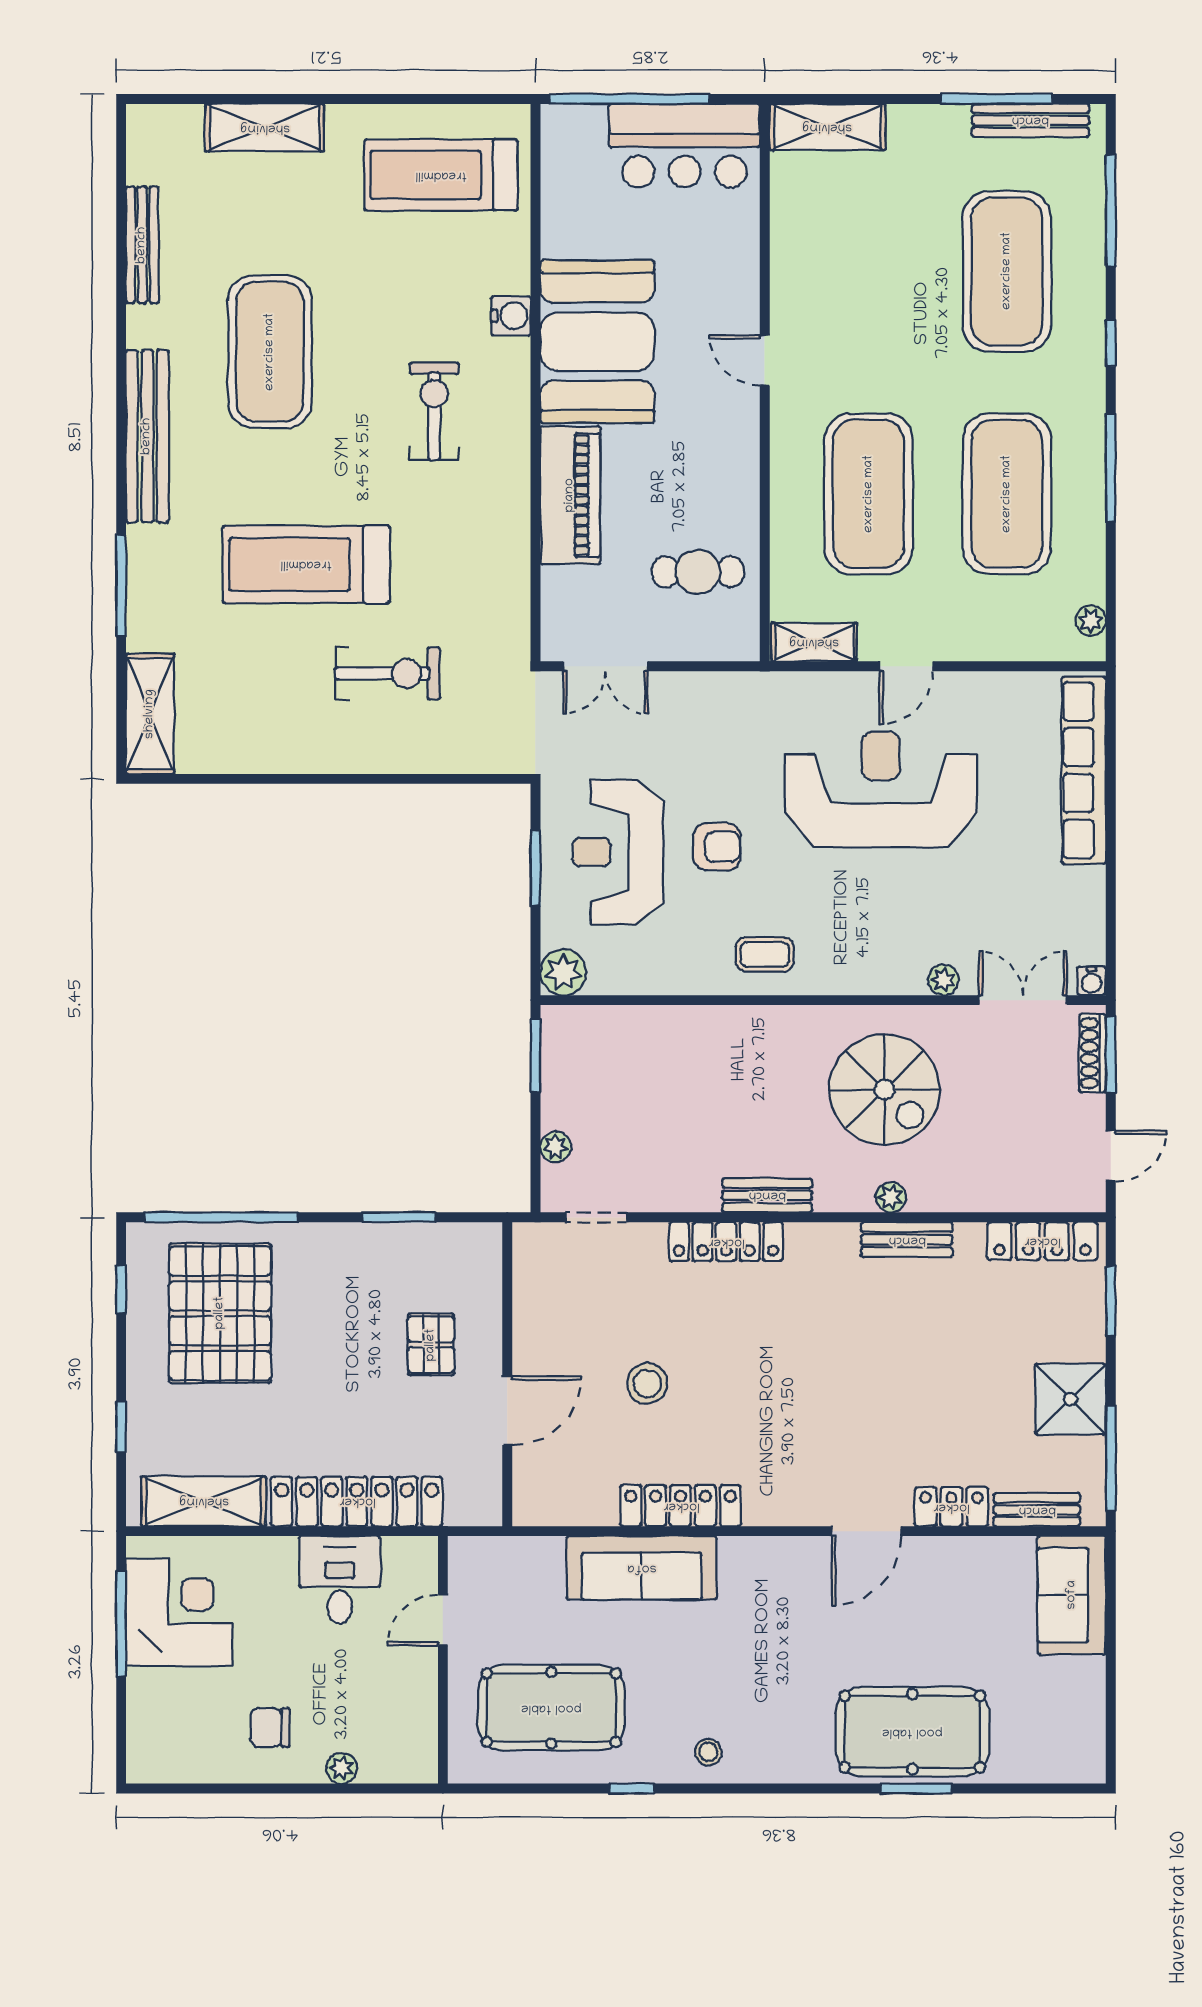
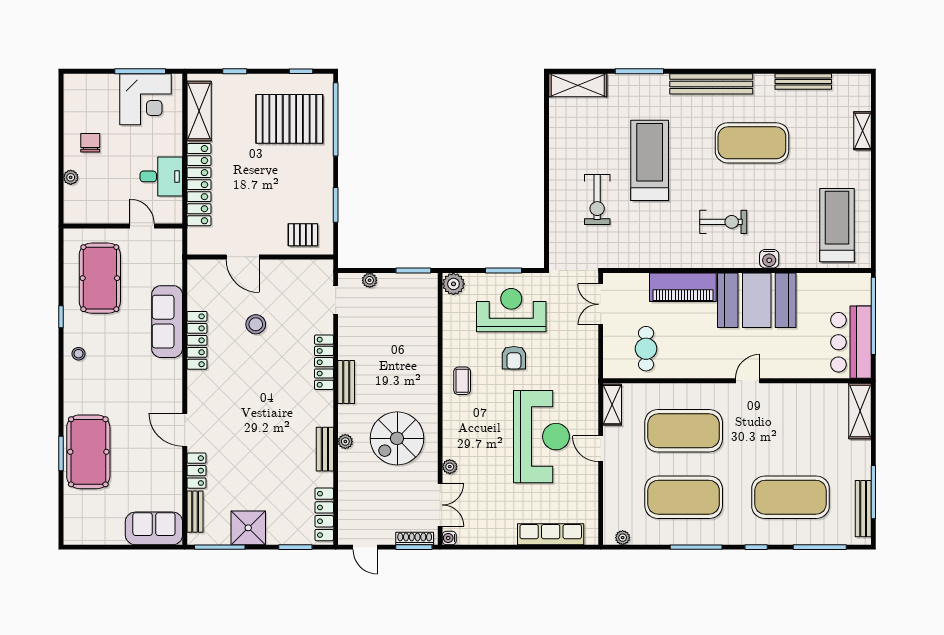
shelving: (265, 128) -> (863, 131), width x0.67, depth x0.75
row of seats: (1084, 770) -> (551, 534), width x0.73
pallet: (431, 1345) -> (303, 235), moved

